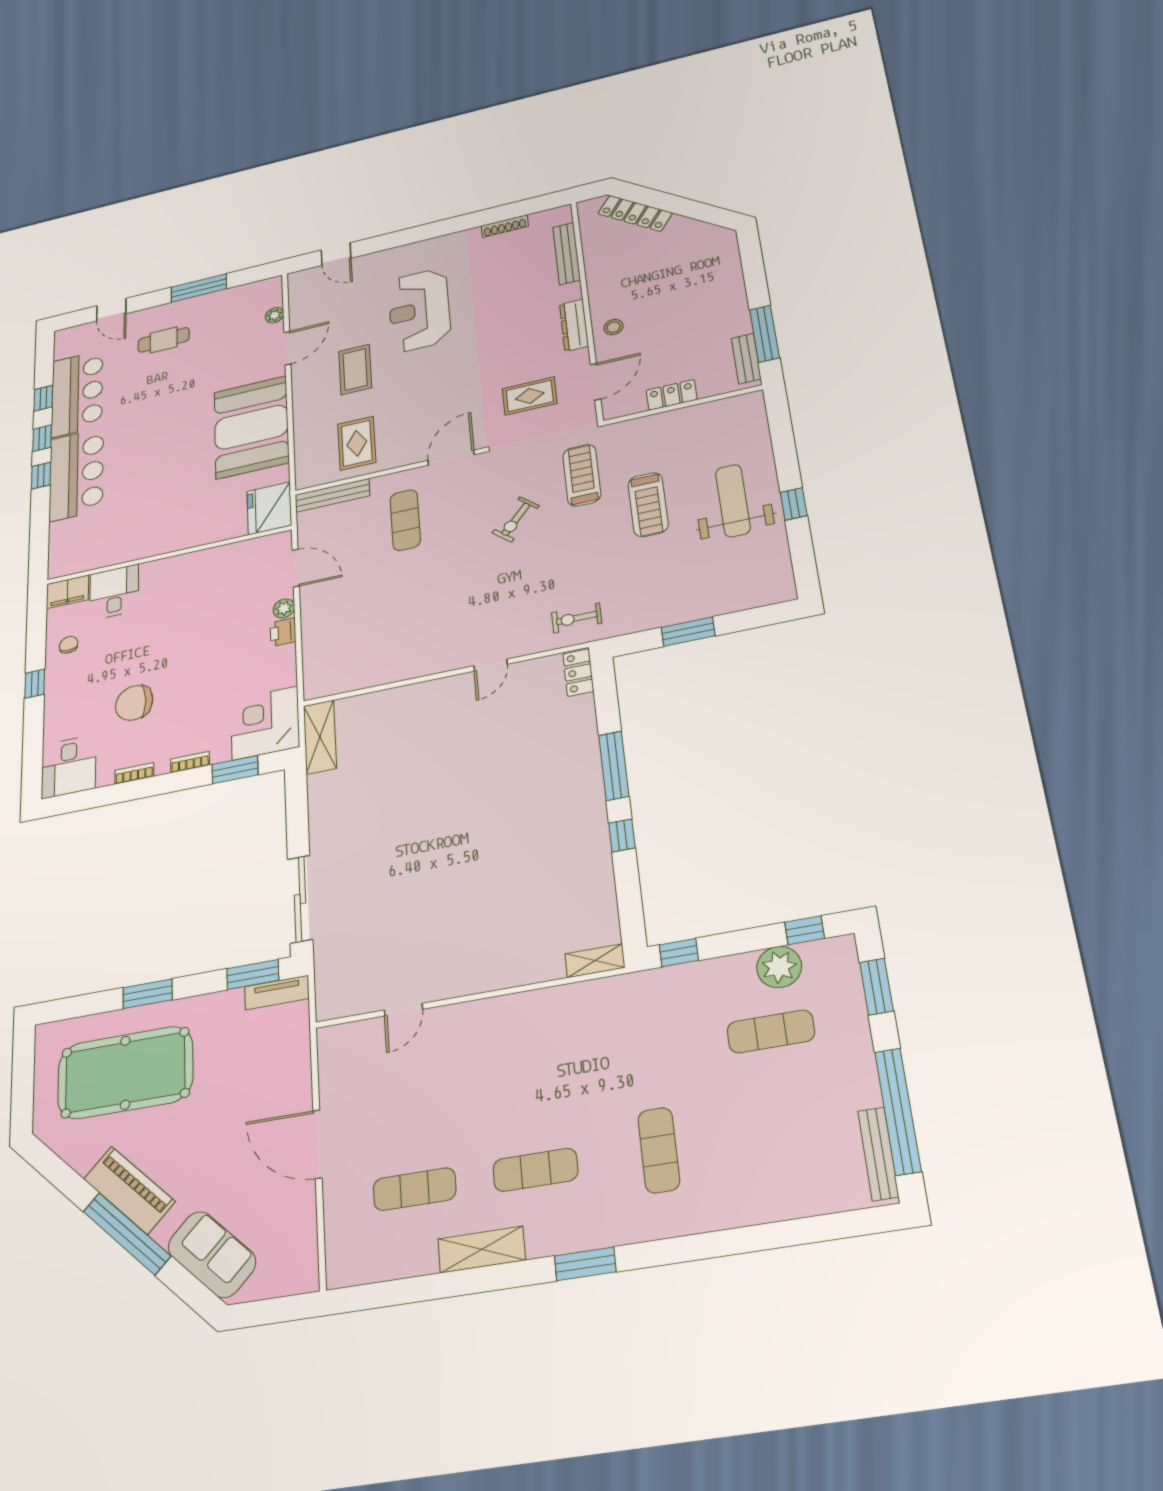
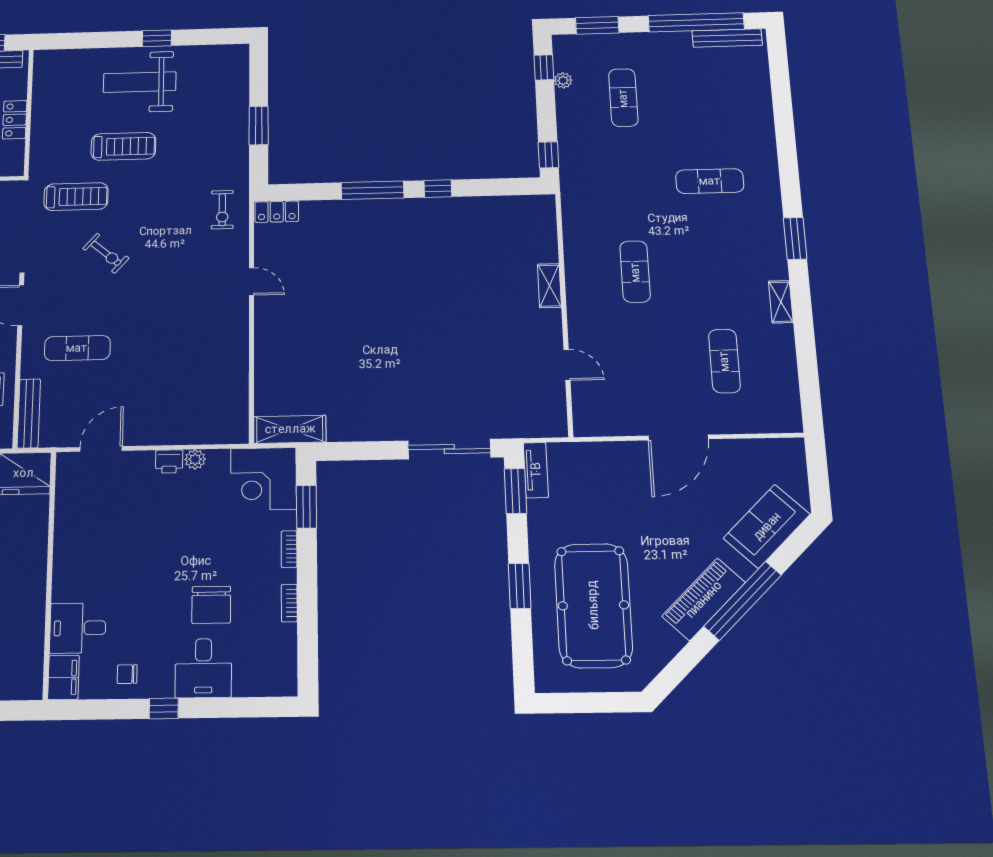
treadmill: (582, 475) -> (76, 197), turned 180
plant: (284, 608) -> (195, 459), moved
desk: (69, 767) -> (203, 668), moved, turned 90
shelving: (595, 961) -> (549, 286), moved
plant: (779, 967) -> (563, 80), width x0.53, depth x0.53
exercise mat: (535, 1170) -> (635, 272), moved
shelving: (481, 1249) -> (781, 302), width x0.67, depth x0.75

